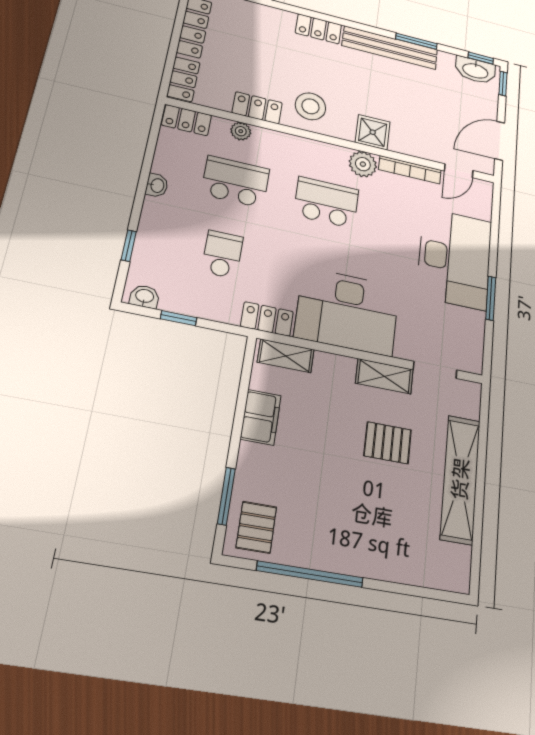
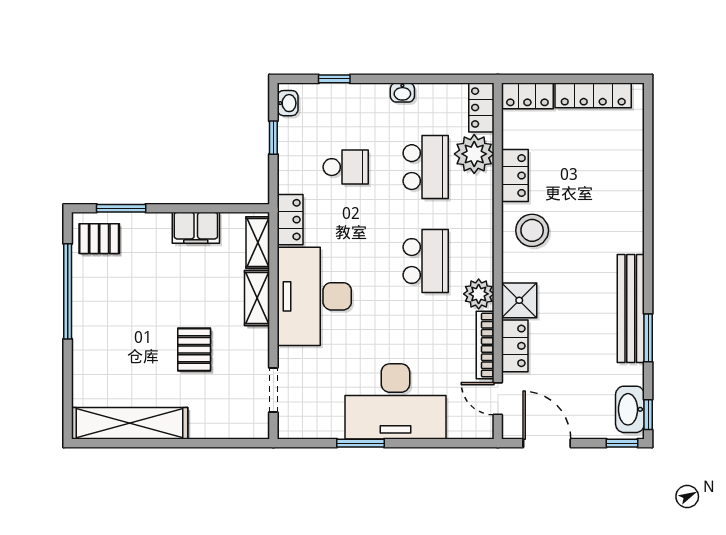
locker: (318, 29) -> (515, 346), moved, turned 180
plant: (241, 131) -> (474, 154), width x1.87, depth x1.87
shelving: (384, 376) -> (257, 298), moved
shelving: (460, 479) -> (130, 423), moved

